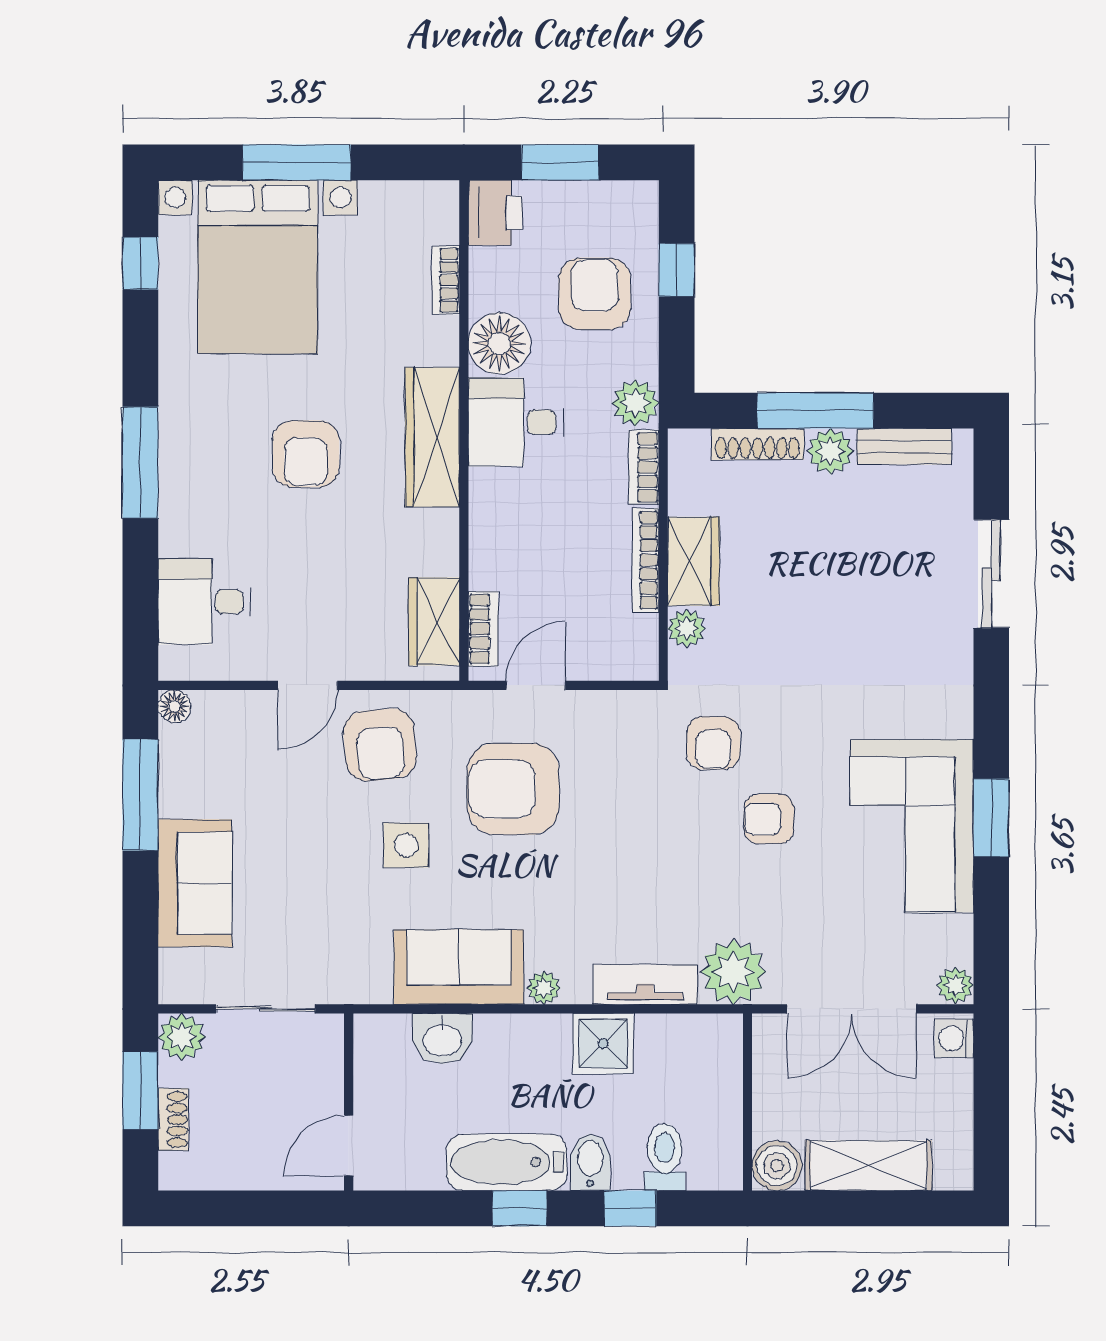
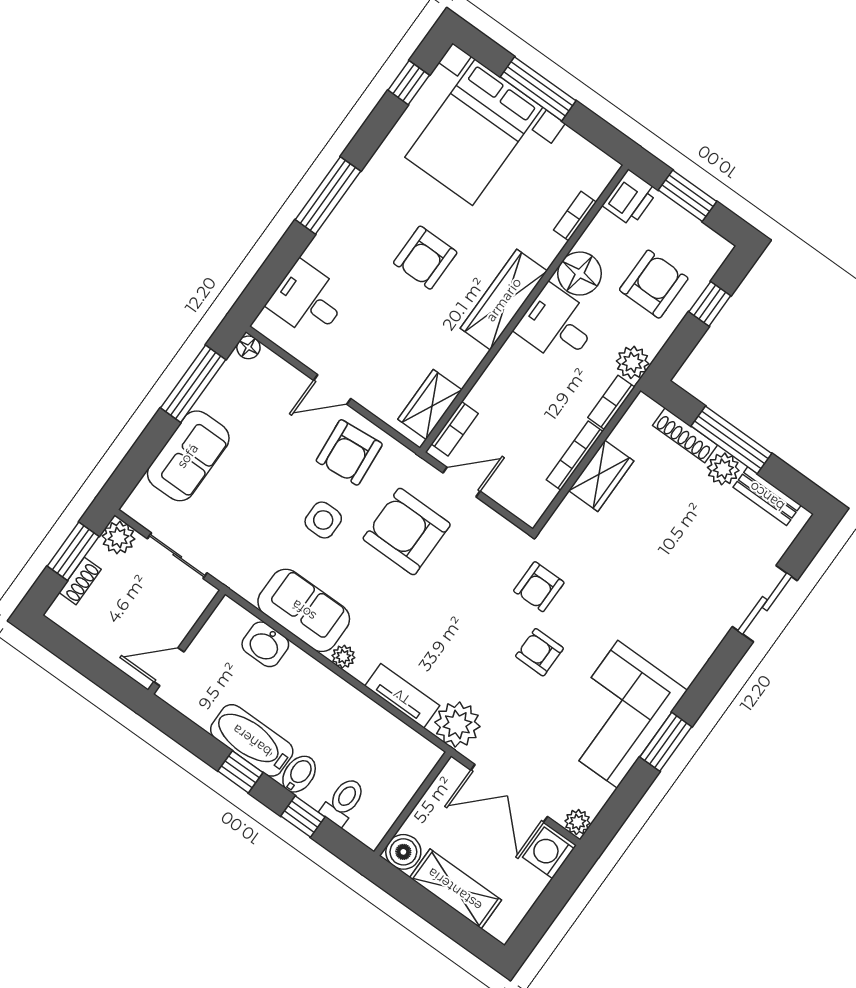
plant: (687, 628) -> (570, 511), removed
washing machine: (954, 1038) -> (548, 853), width x1.38, depth x1.38
shower: (603, 1044) -> (354, 712), removed

